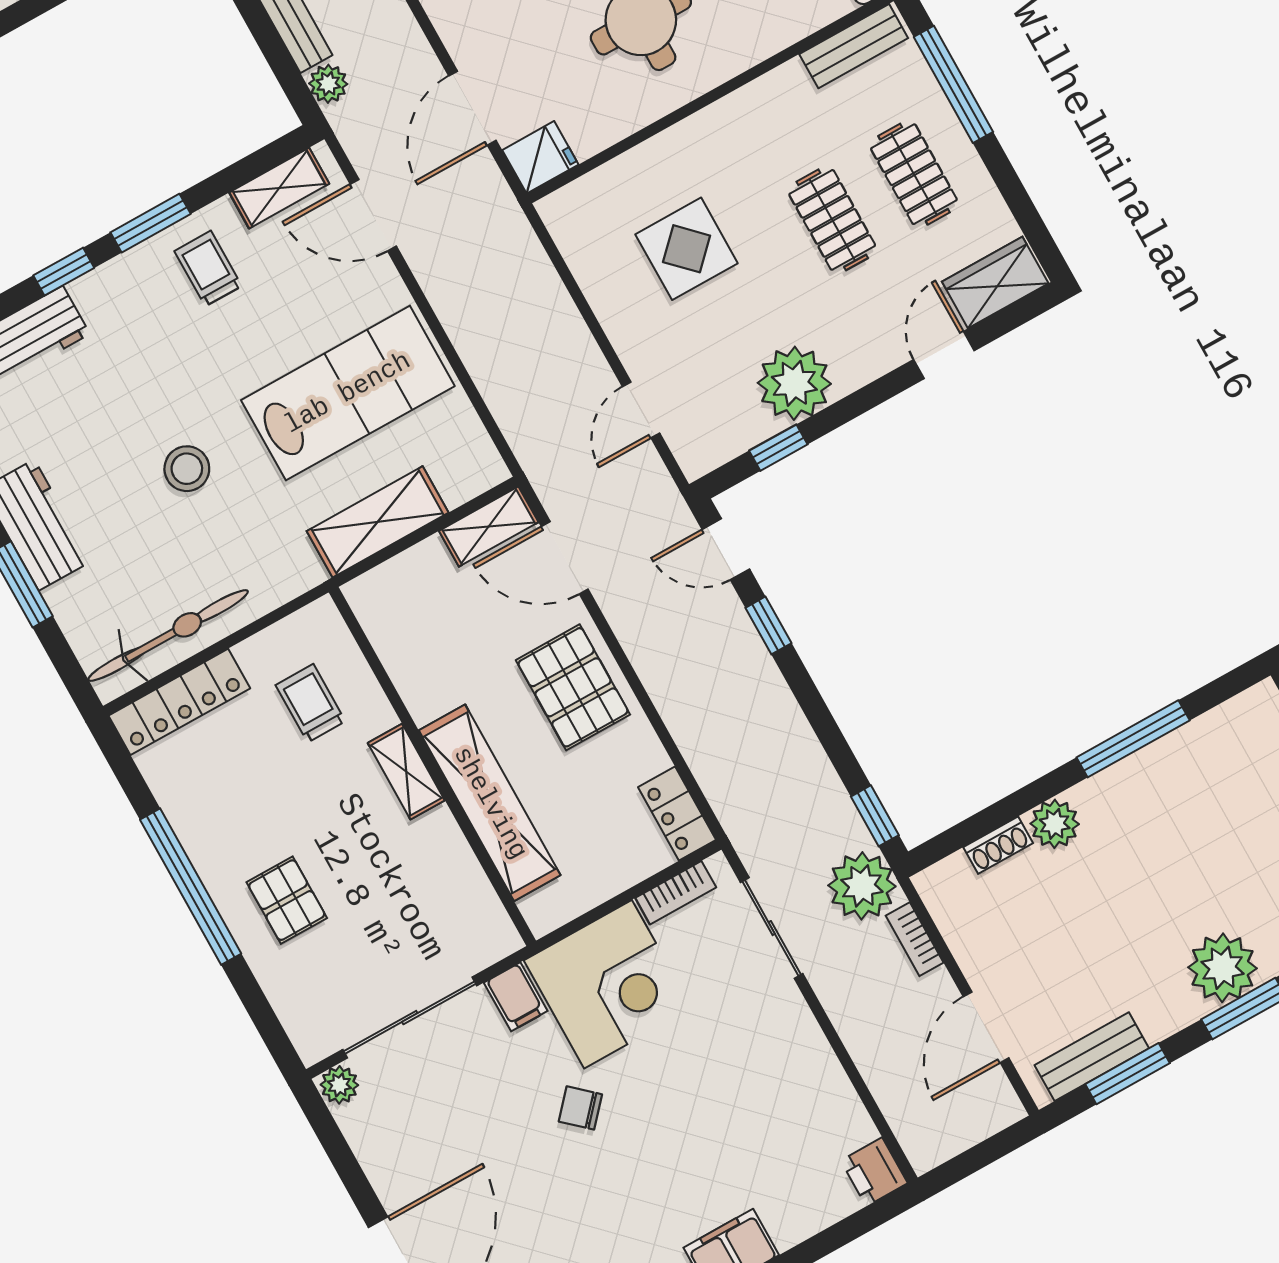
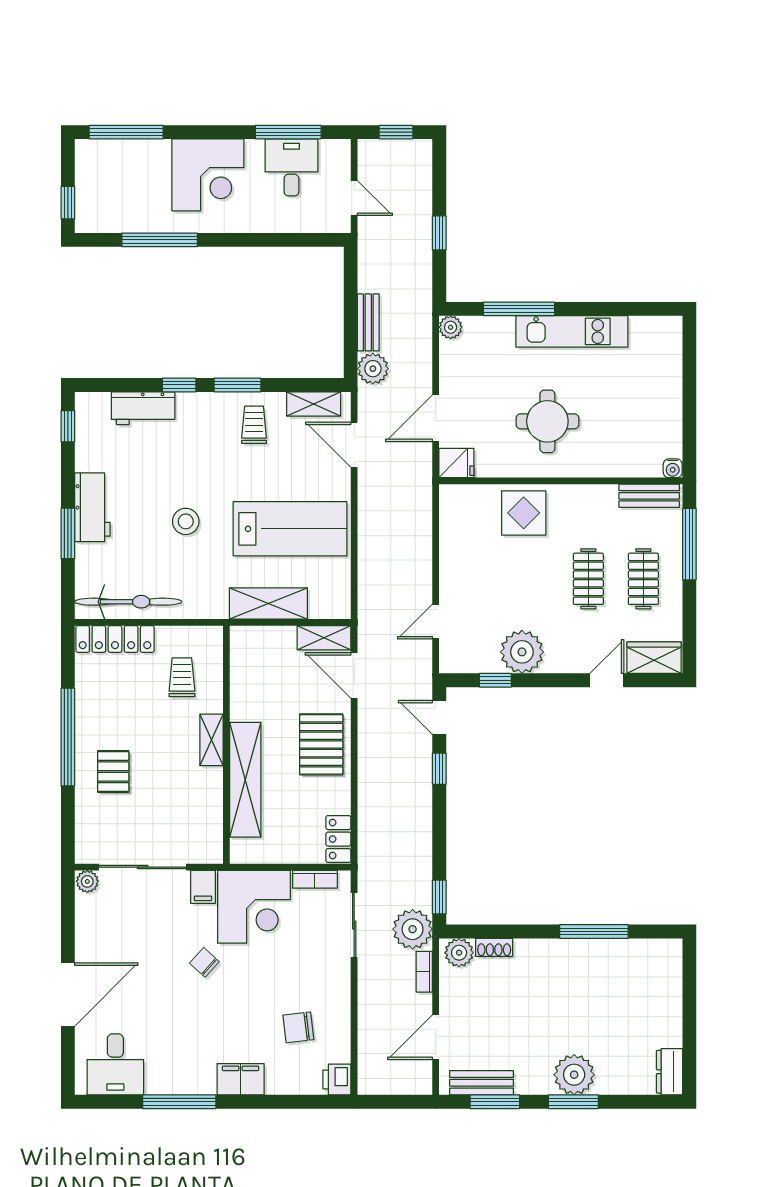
plant: (328, 84) -> (373, 369), width x1.38, depth x1.38
display table: (687, 249) -> (524, 513), moved
plant: (1055, 824) -> (459, 953), moved
chair: (774, 1126) -> (298, 1027), added

